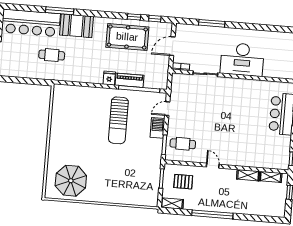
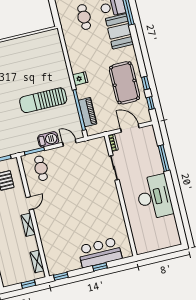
desk: (242, 59) -> (154, 197), moved, turned 180
piano: (130, 80) -> (88, 112), moved
shelving: (248, 175) -> (28, 225), moved

